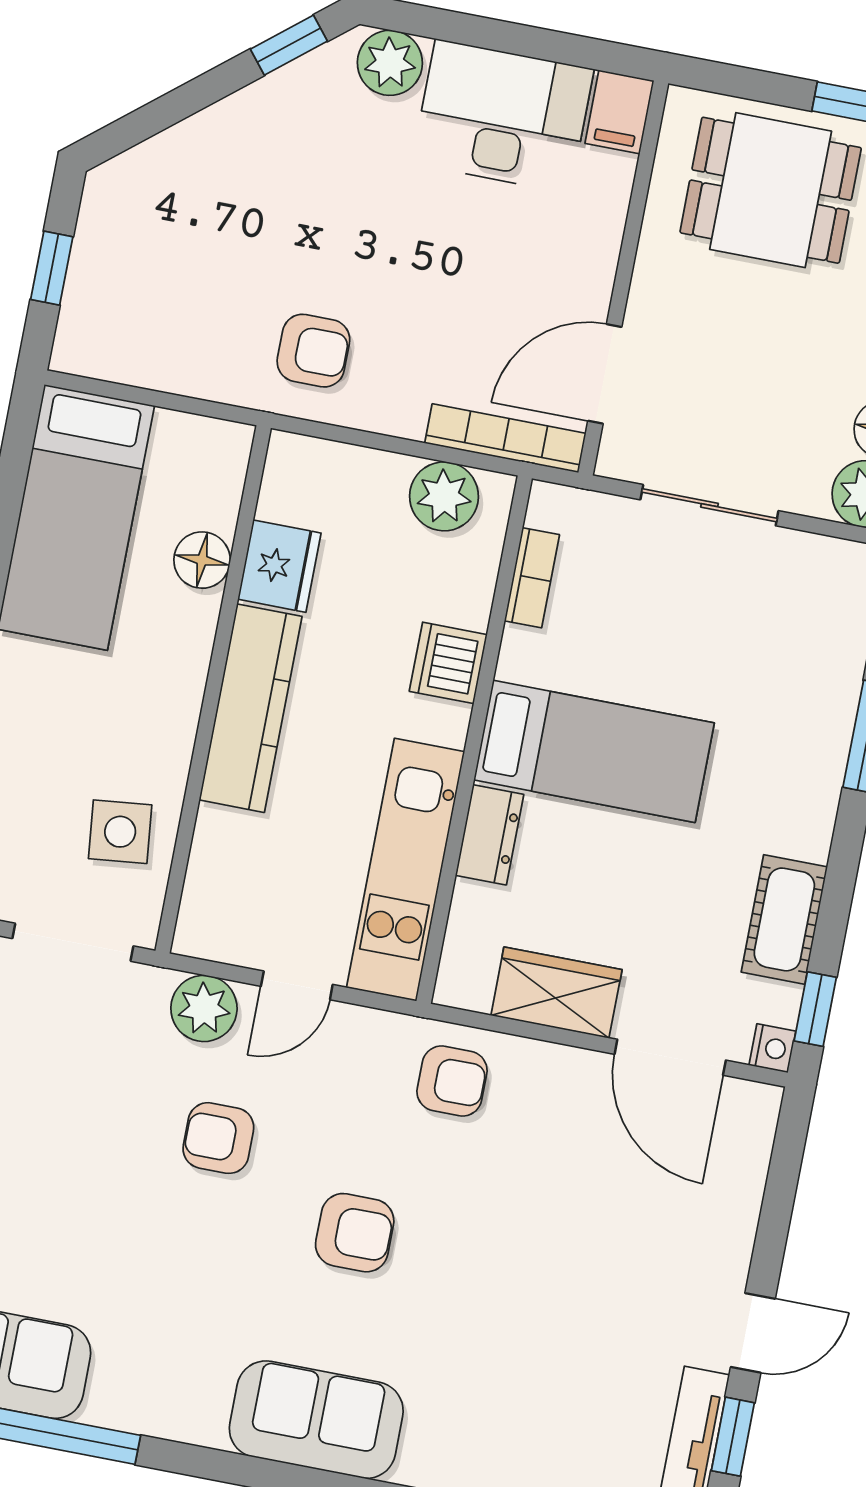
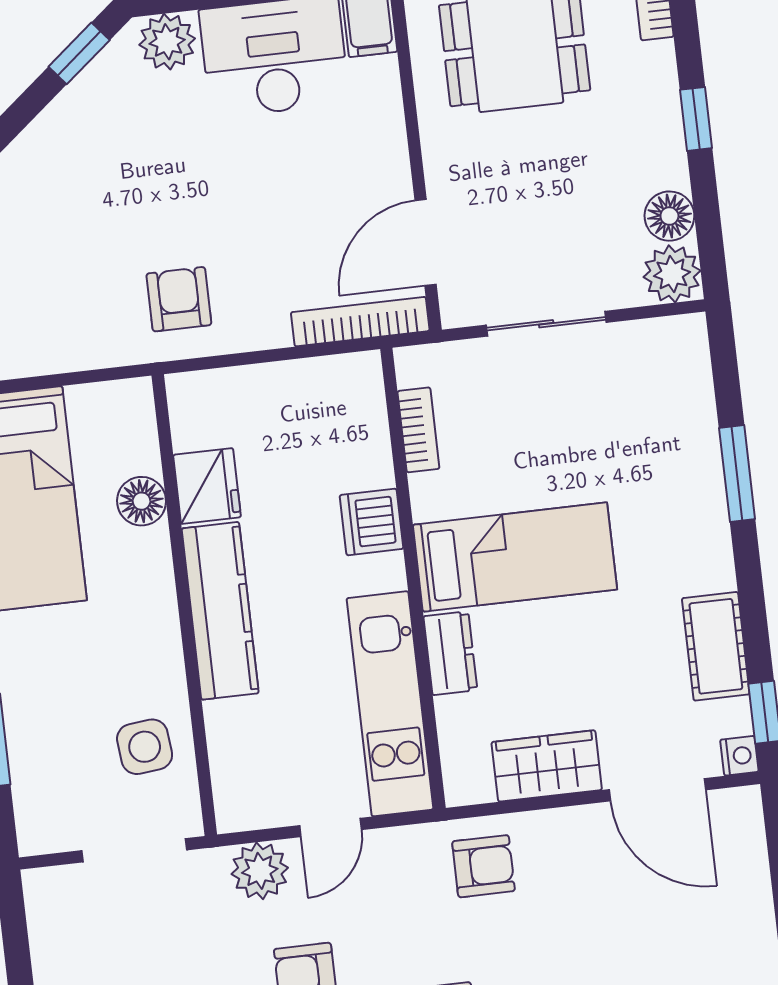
armchair: (313, 351) -> (179, 299), turned -90
plant: (444, 496) -> (325, 386), removed

